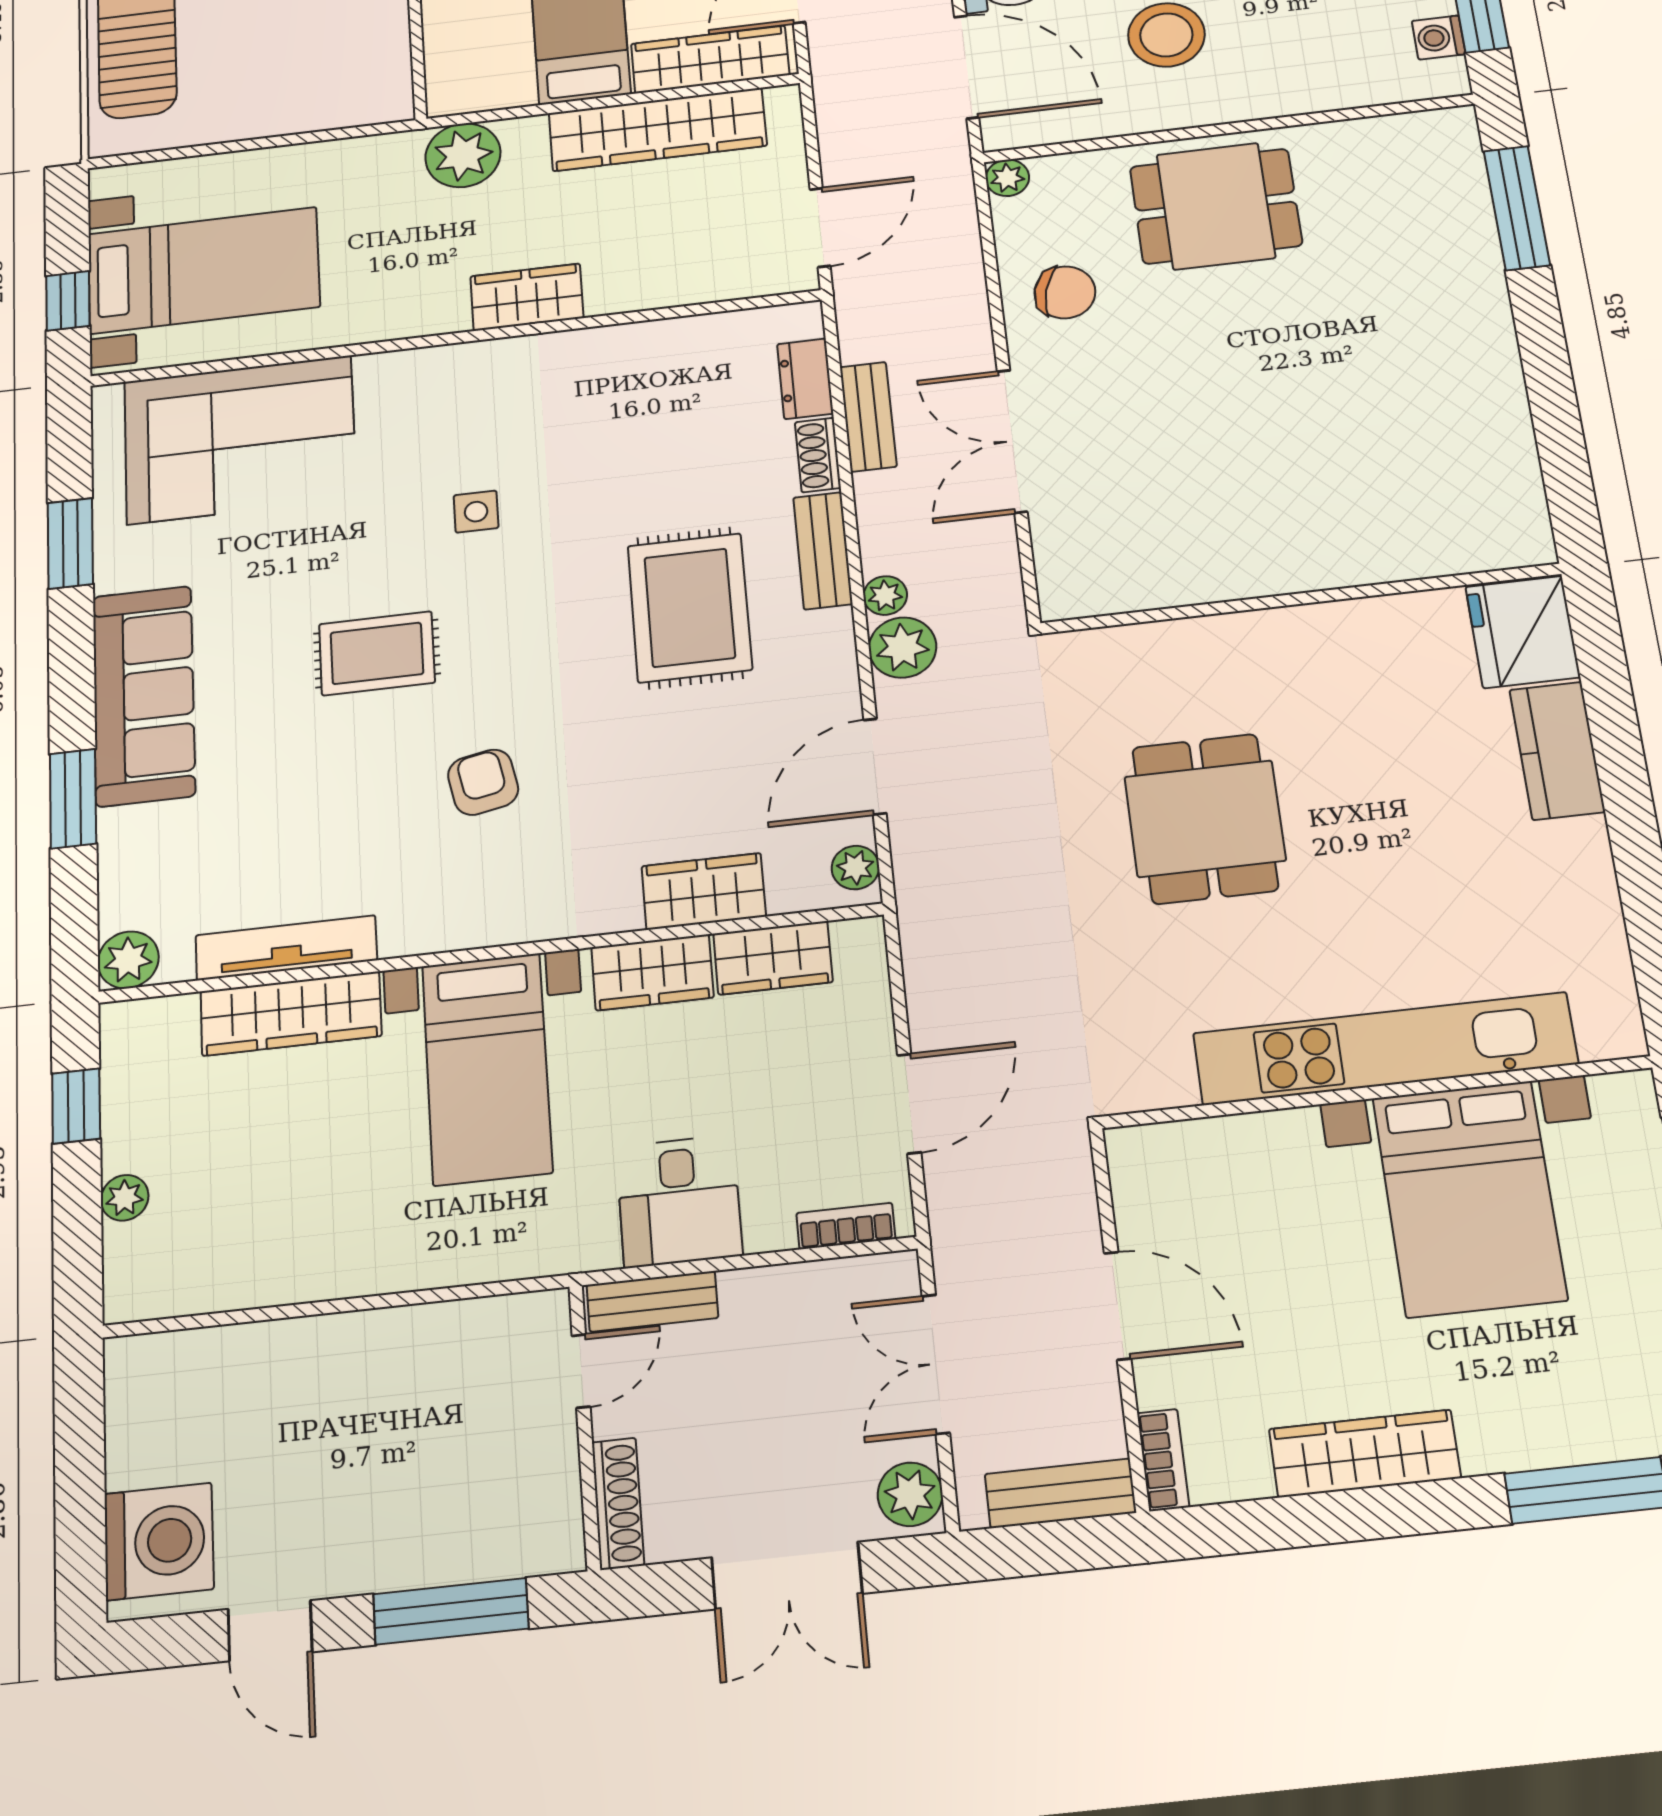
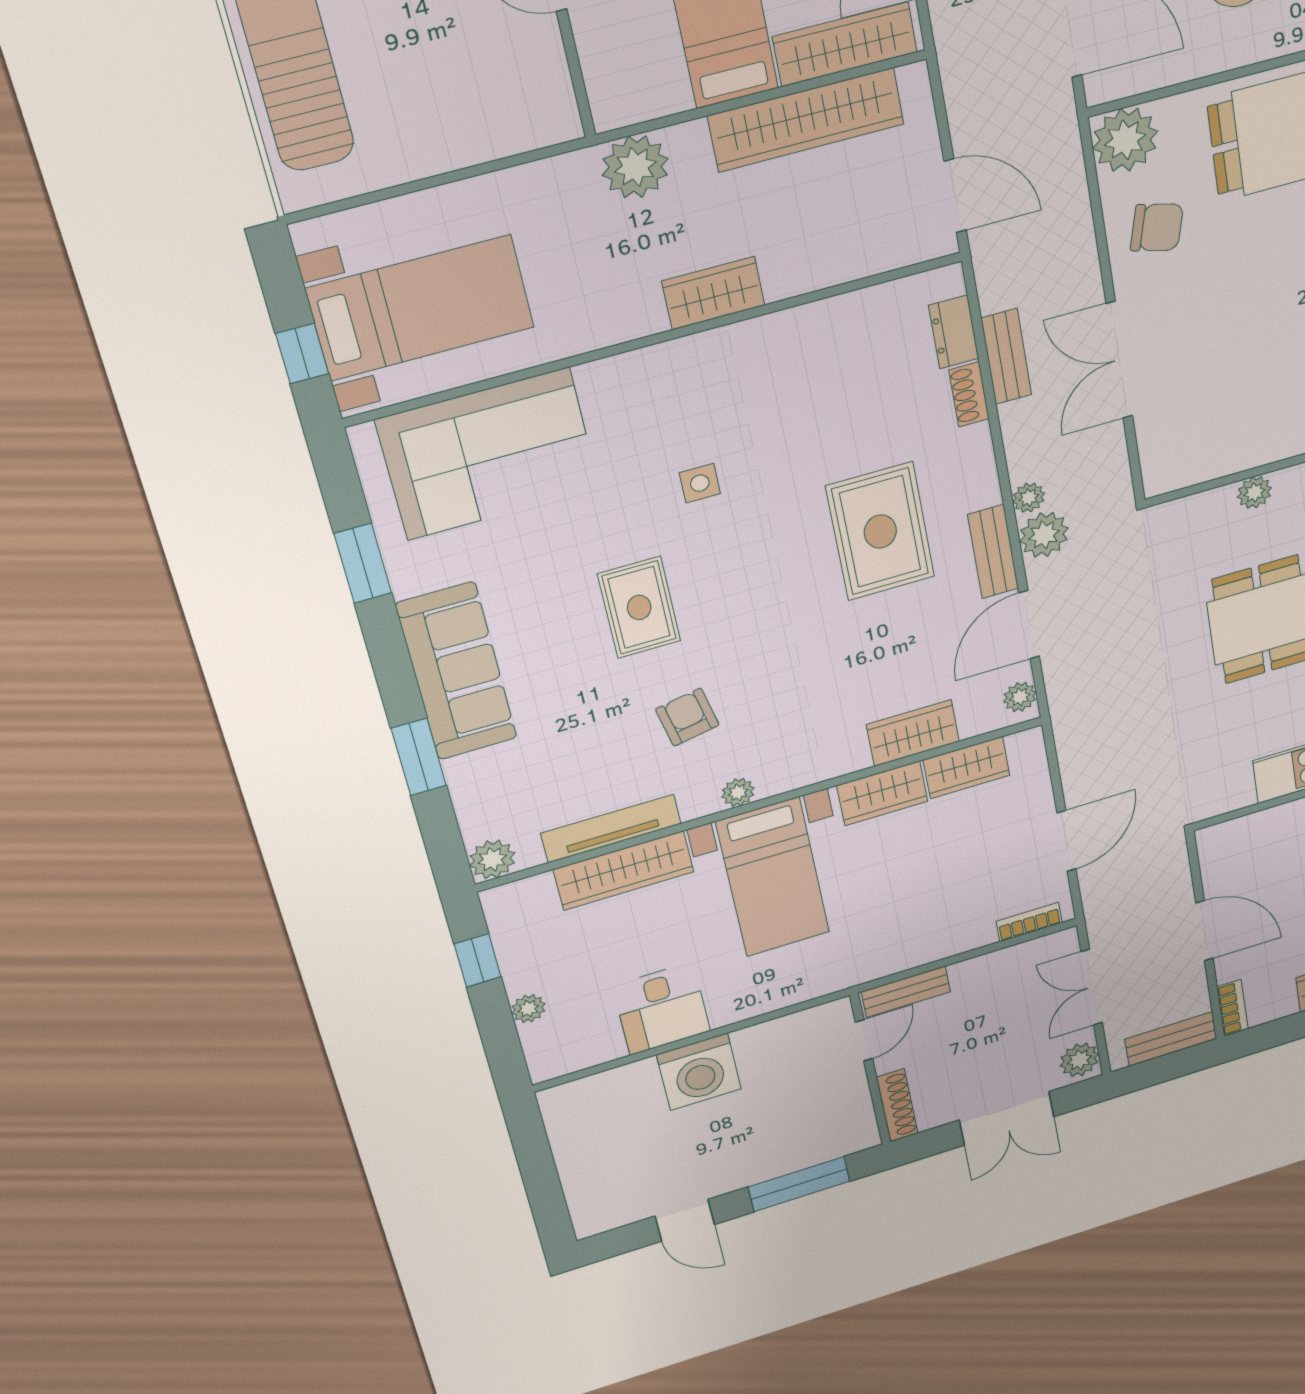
plant: (1007, 178) -> (1125, 140), width x1.88, depth x1.88
door: (820, 227) -> (955, 196), hinge flipped
bench: (823, 551) -> (993, 552), moved
plant: (1193, 638) -> (1254, 492), added
rug: (377, 653) -> (639, 607), turned 90
armchair: (483, 782) -> (687, 717), moved
plant: (459, 930) -> (738, 792), added
desk: (679, 1201) -> (662, 1008), moved
washing machine: (159, 1541) -> (699, 1072), moved, turned 90

